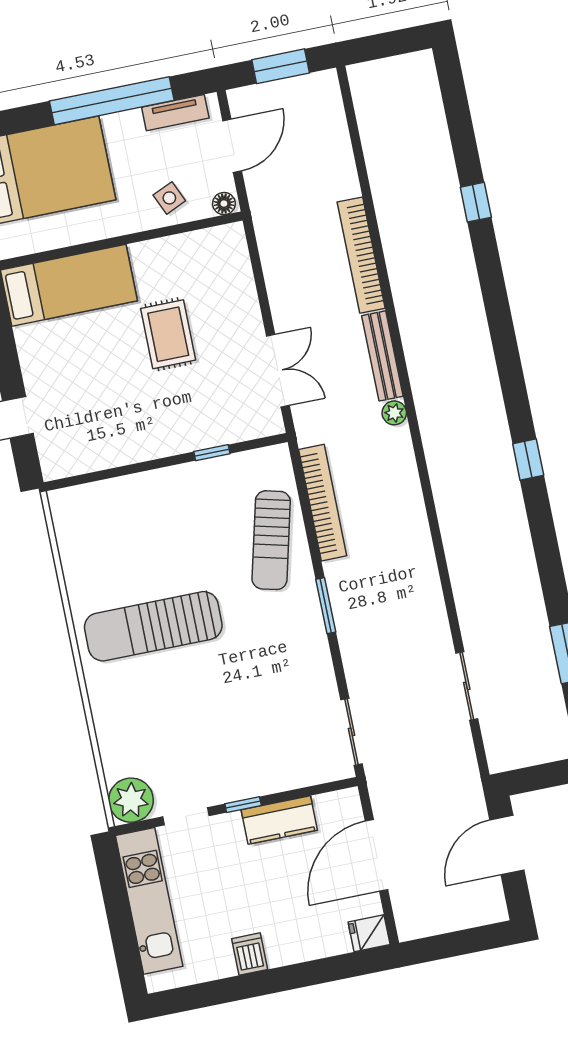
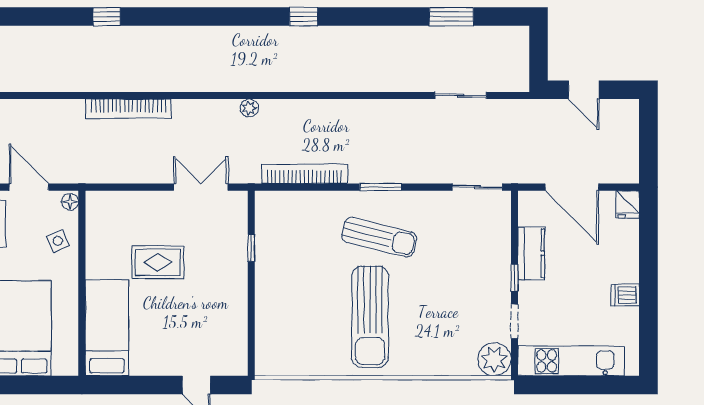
bench: (382, 356) -> (206, 108), removed
sun lounger: (271, 540) -> (379, 237), moved
door: (507, 845) -> (584, 90), width x0.73

